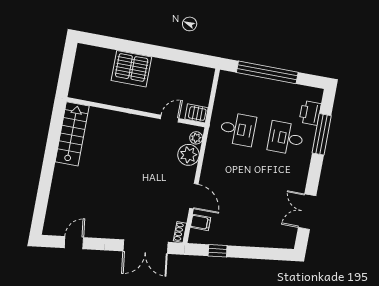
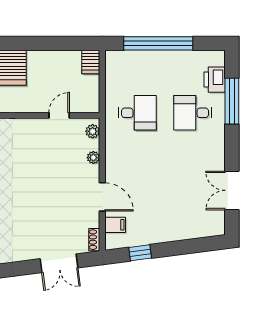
server rack: (196, 113) -> (91, 62), moved, turned -90
plant: (188, 155) -> (93, 158), width x0.53, depth x0.53
double door: (146, 247) -> (59, 263), width x0.73

